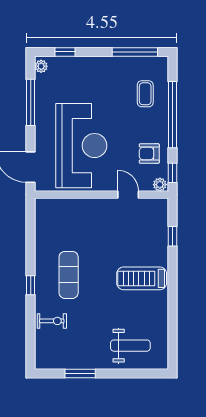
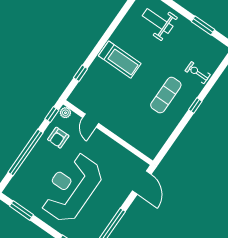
window: (135, 52) -> (22, 210), width x0.69
coffee table: (145, 94) -> (34, 178), removed
reception desk: (81, 146) -> (71, 187), moved
armchair: (149, 154) -> (58, 138), turned 90

